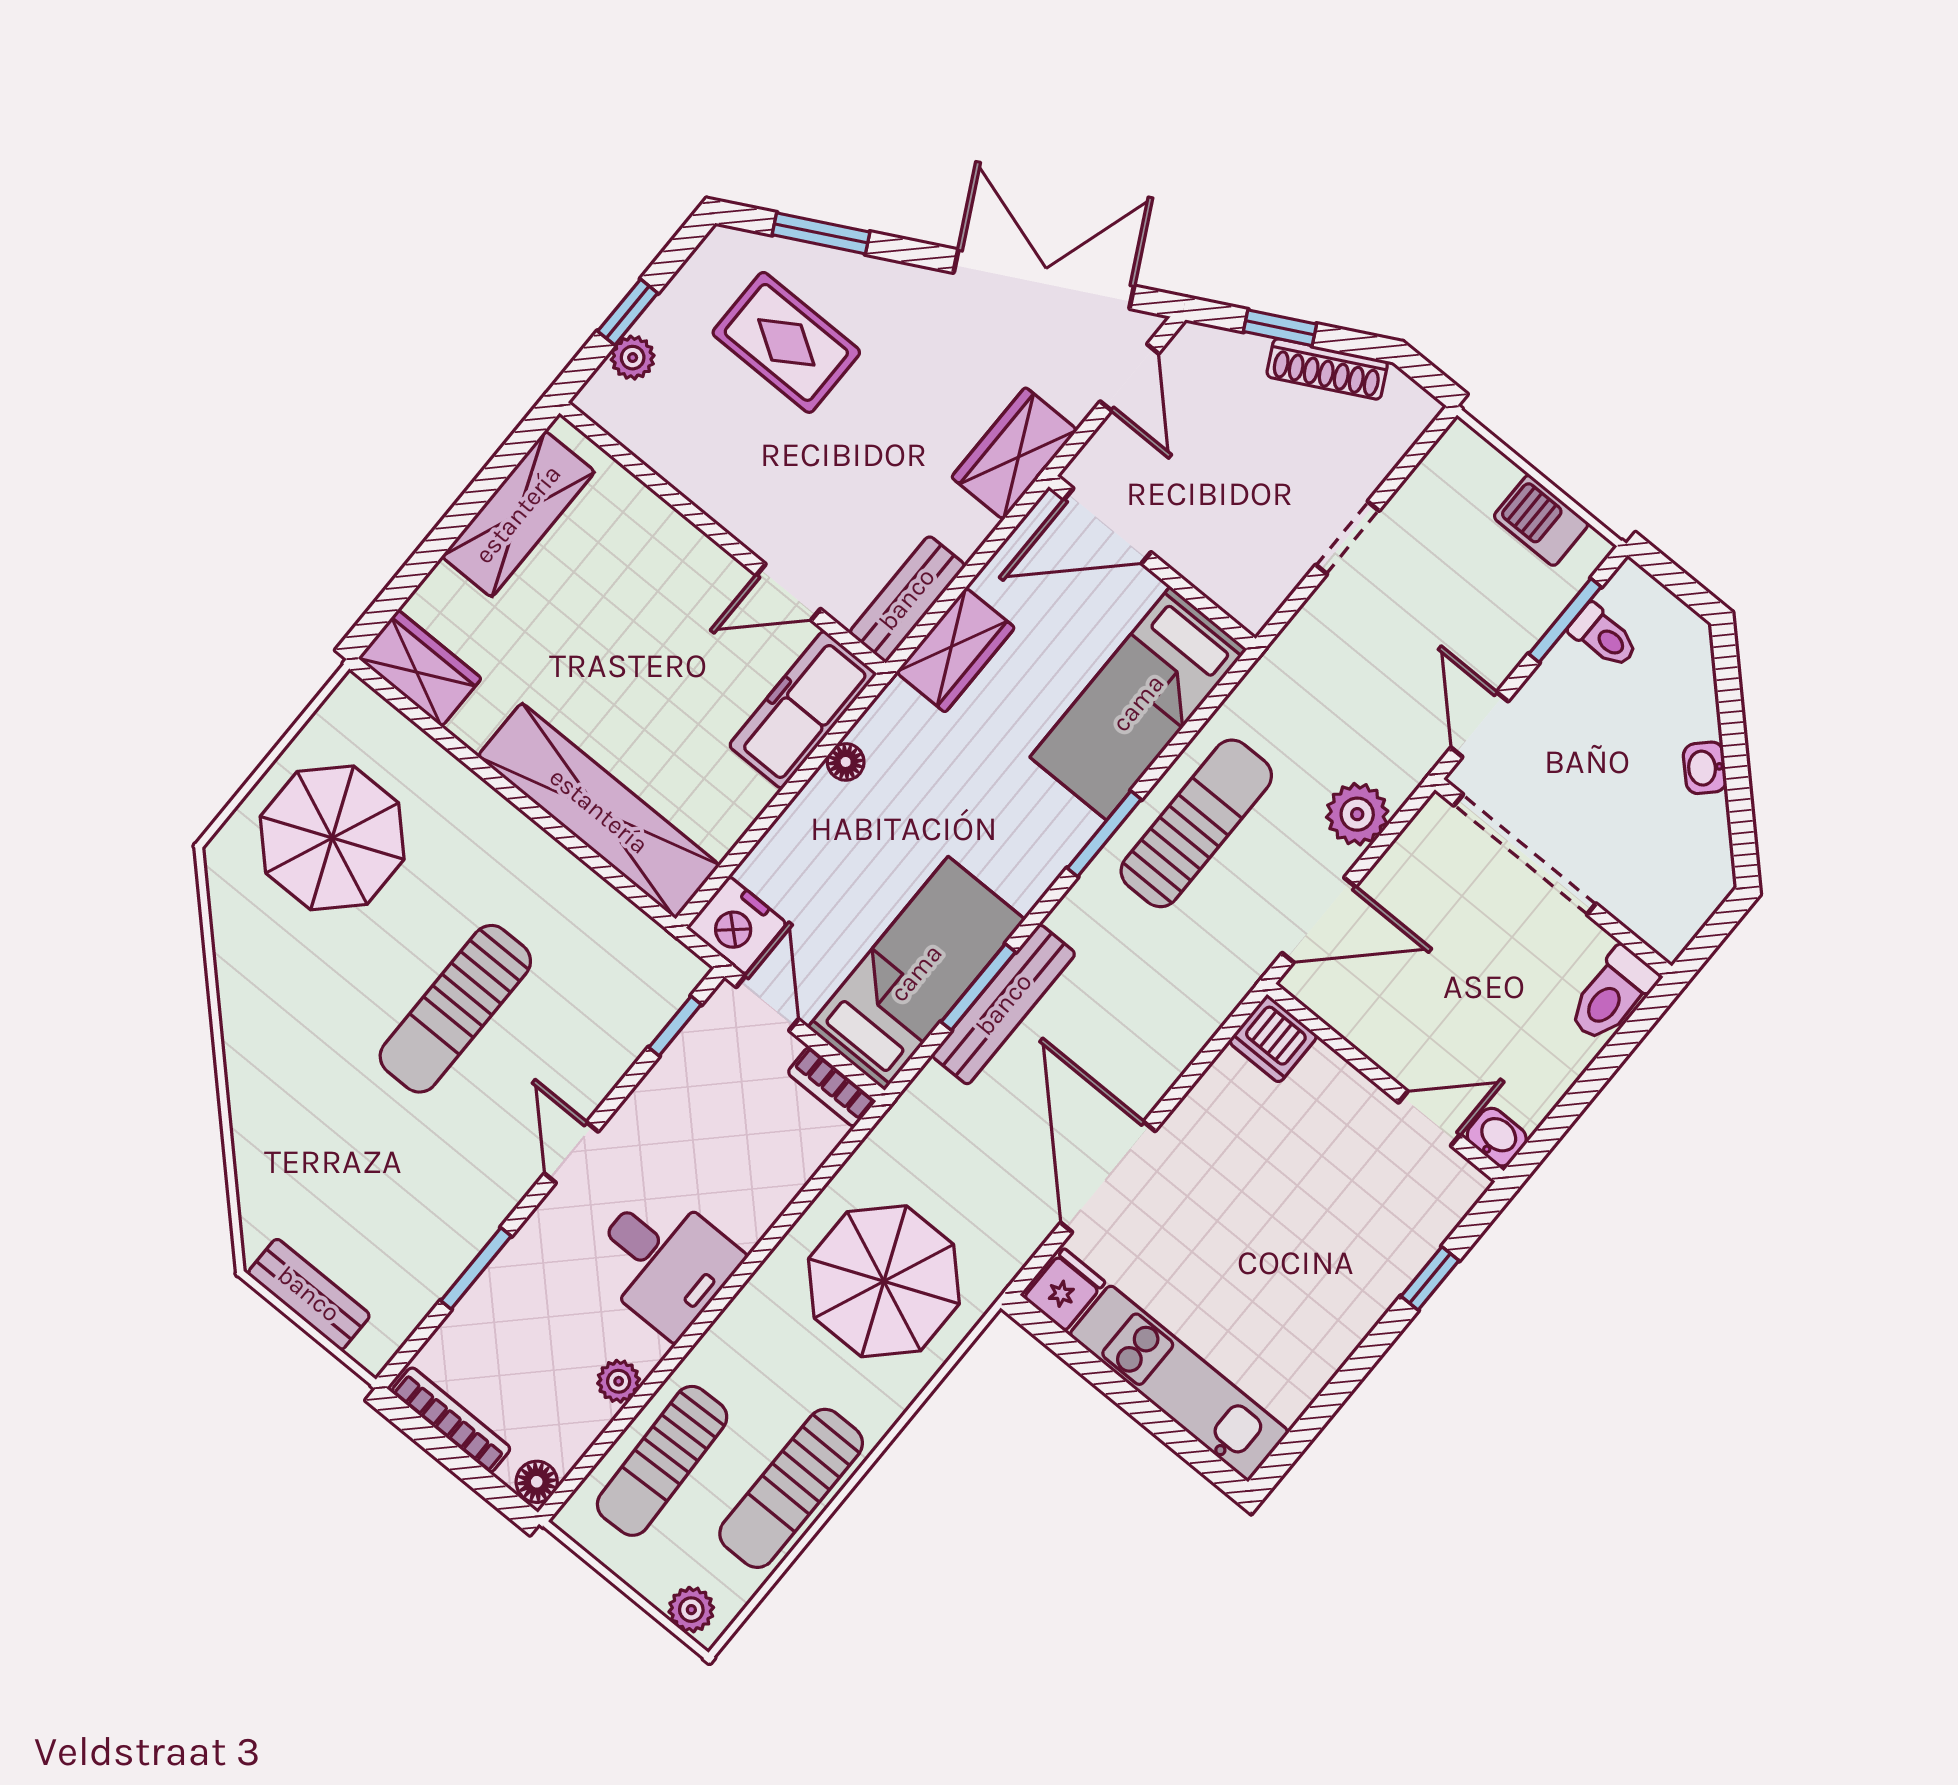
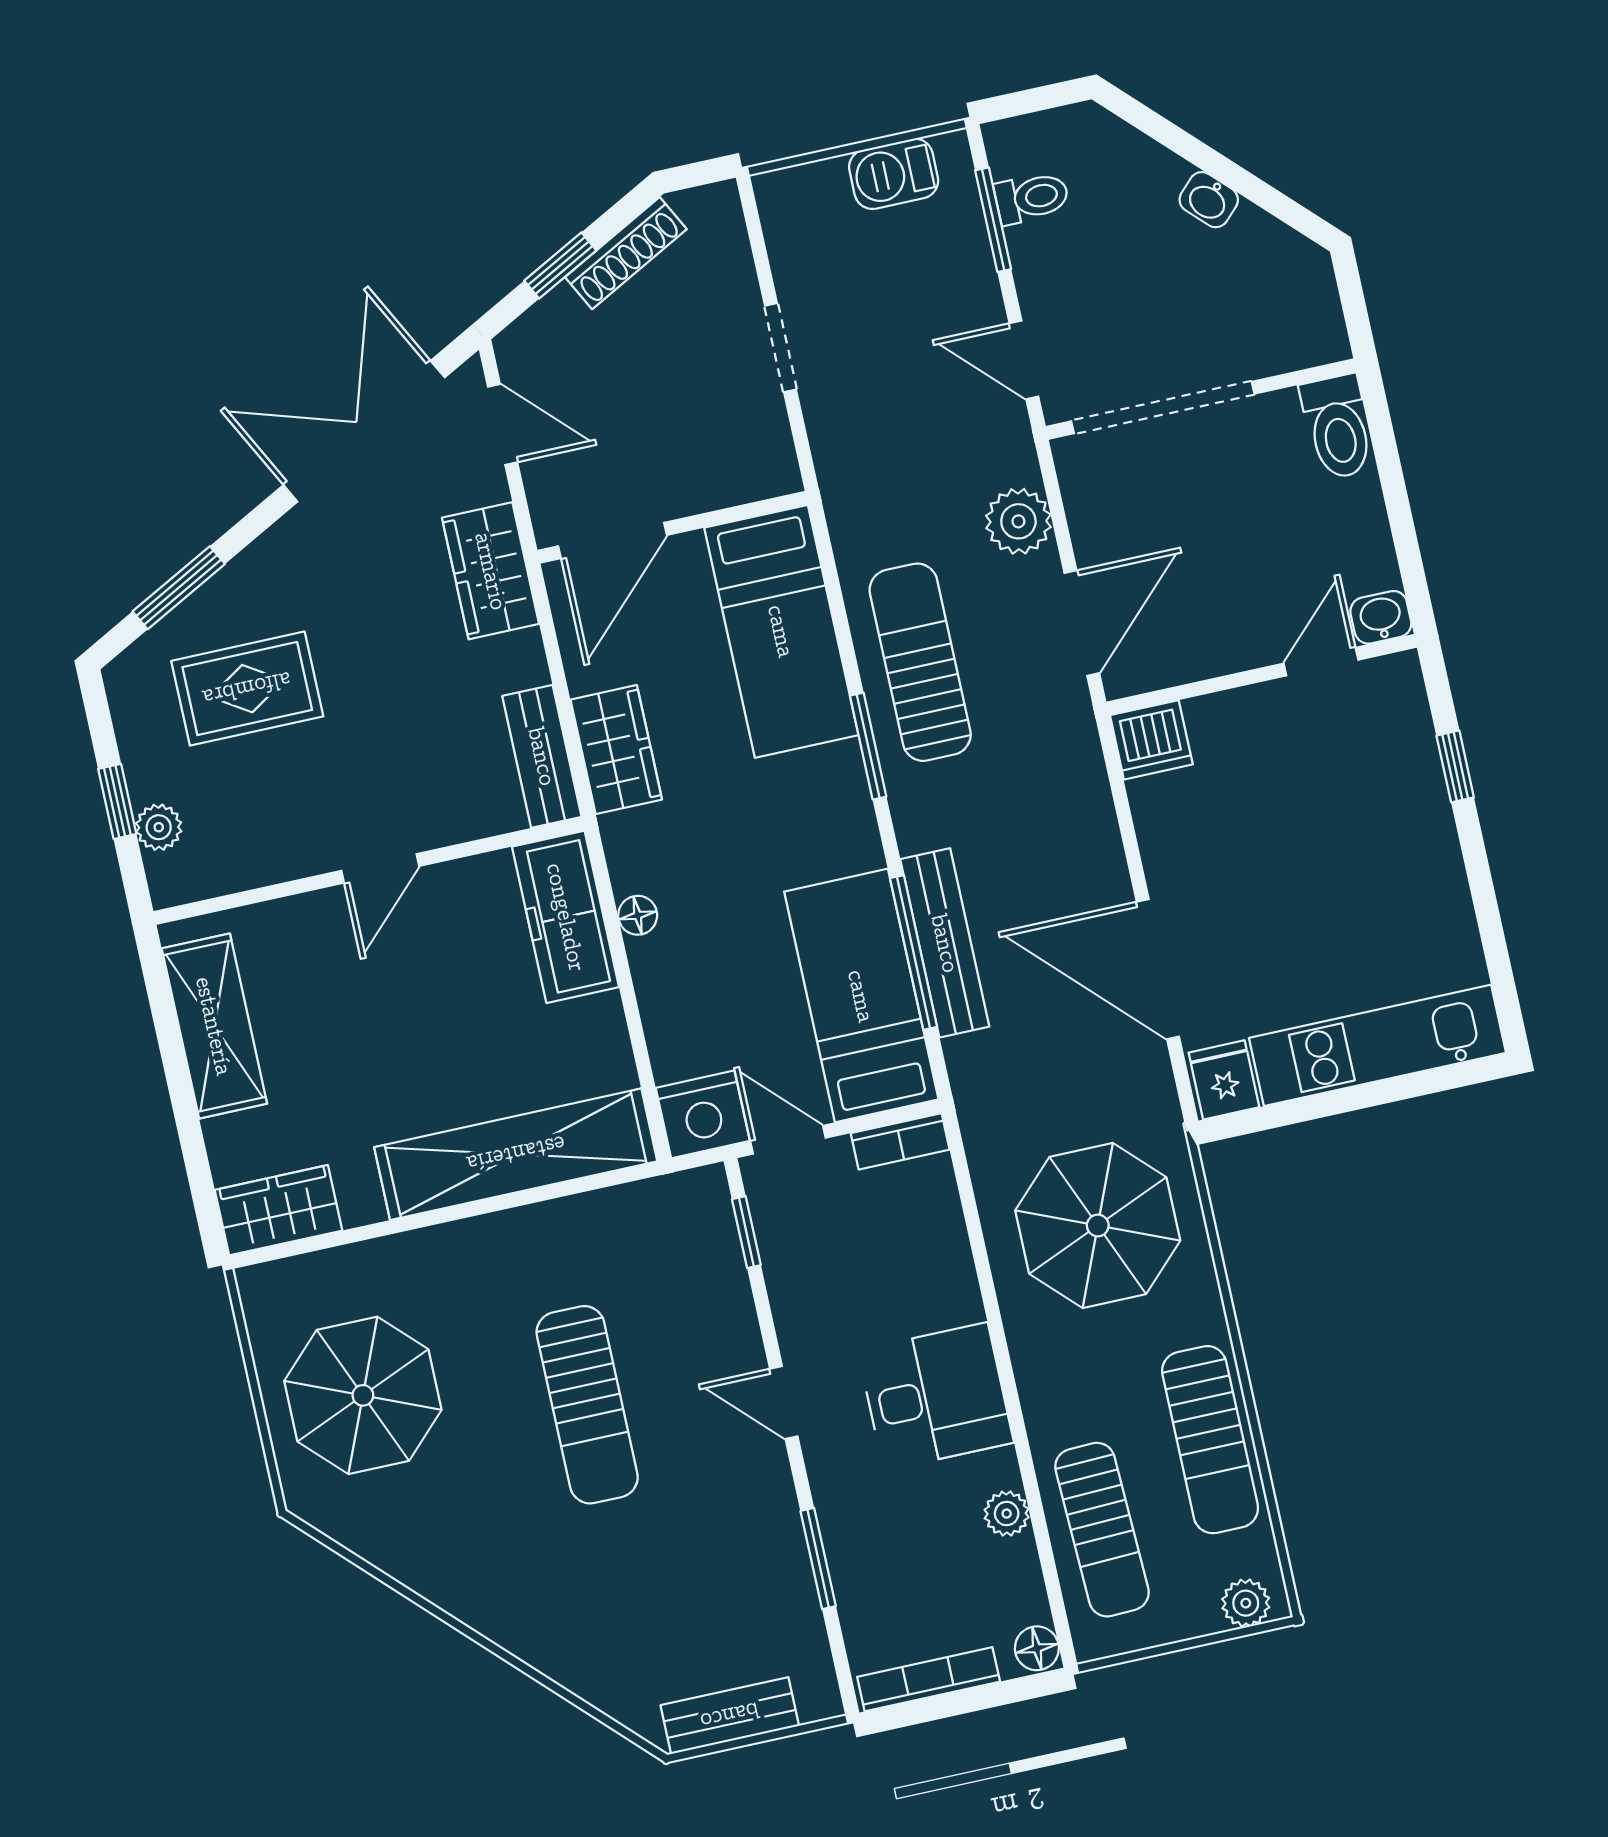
door: (788, 592) -> (380, 868), moved
window: (978, 987) -> (914, 952), width x1.44

